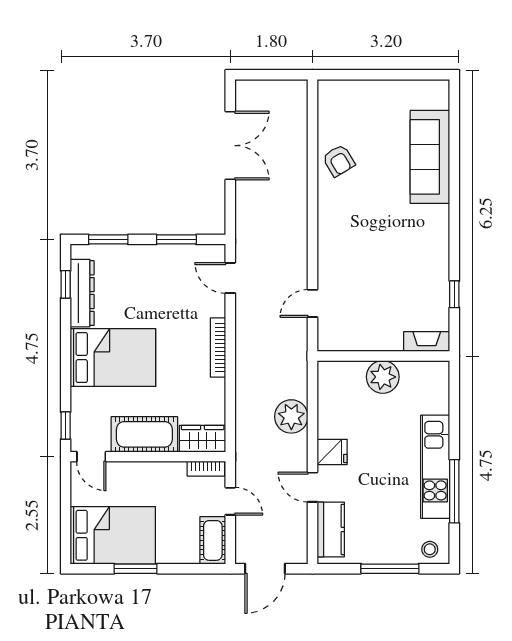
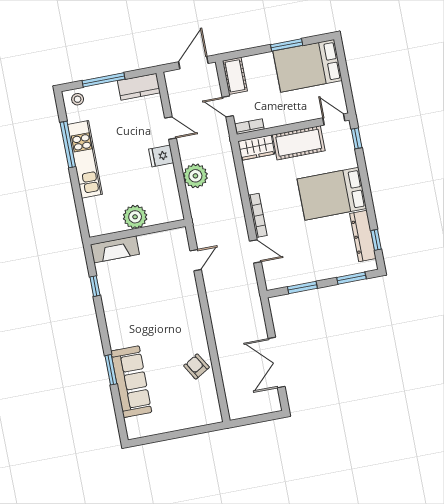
window: (454, 178) -> (111, 370), added
door: (230, 278) -> (255, 251), moved
fireplace: (427, 342) -> (115, 249), width x1.37, depth x1.32
kitchen counter: (331, 529) -> (139, 87), moved, turned -90

